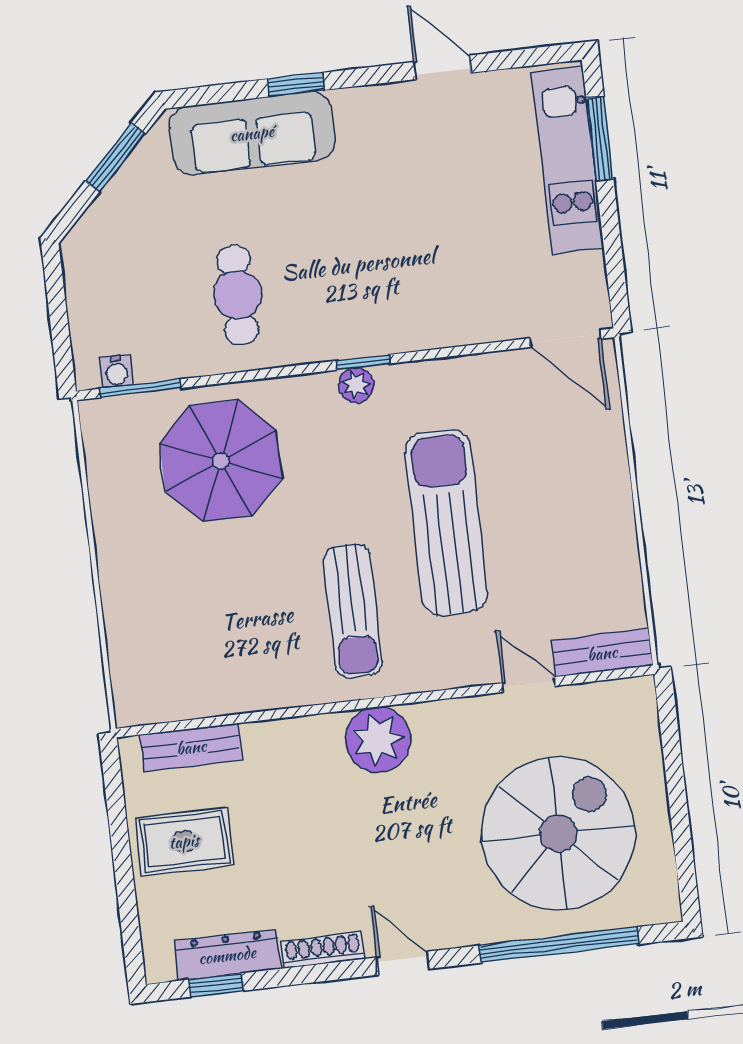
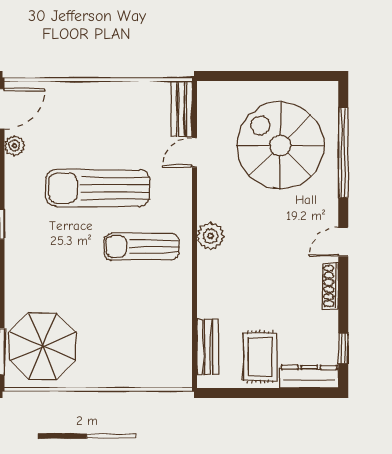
plant: (356, 385) -> (14, 146), moved
parasol: (221, 461) -> (43, 346), moved
sun lounger: (353, 611) -> (141, 246), turned 180
plant: (378, 740) -> (211, 236), width x0.73, depth x0.73
dresser: (227, 955) -> (309, 377), moved, turned 90

